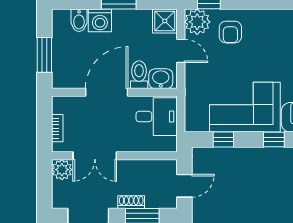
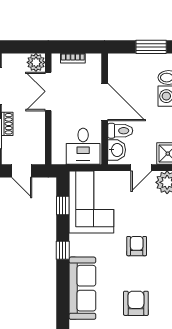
armchair: (230, 32) -> (137, 246), moved, turned 90
window: (44, 55) -> (151, 47), moved
corner sofa: (245, 107) -> (91, 202), moved

